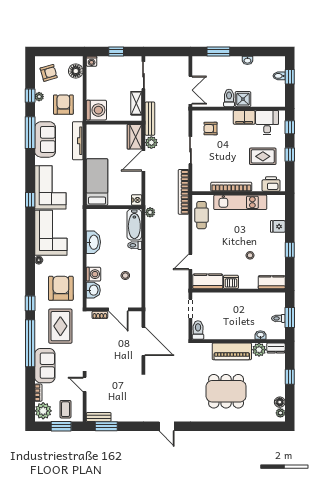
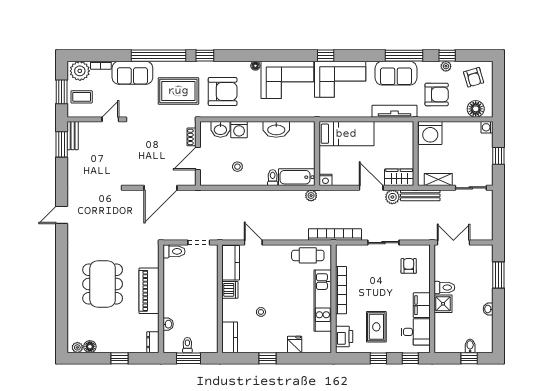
double door: (190, 90) -> (453, 243), swing flipped
plant: (259, 350) -> (151, 323), removed

